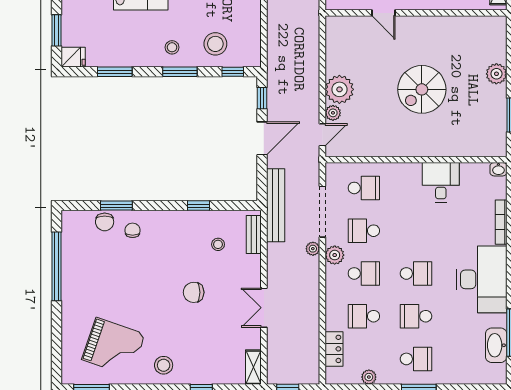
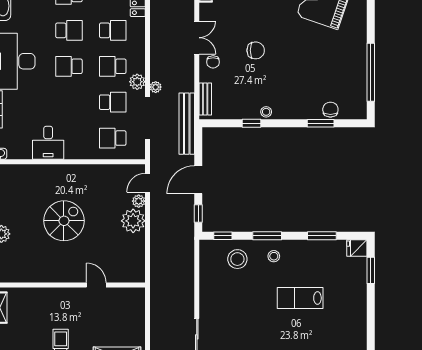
chair: (133, 230) -> (213, 62), moved
stool: (218, 244) -> (266, 112), moved

